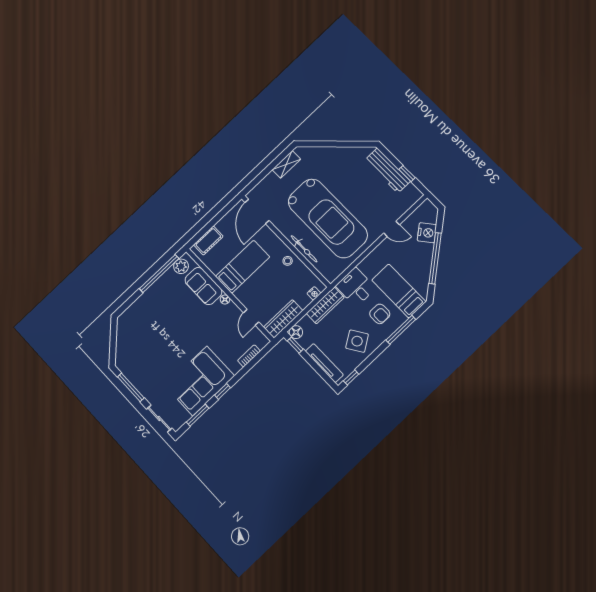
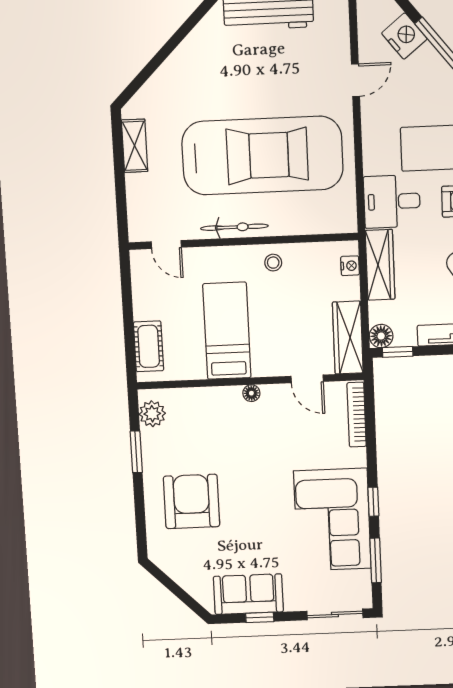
door: (257, 211) -> (166, 245), width x0.53
bicycle: (304, 249) -> (234, 227), moved
window: (159, 274) -> (136, 452), width x0.47
sofa: (203, 286) -> (248, 594), moved, turned 180
armchair: (157, 315) -> (192, 501), added
bookcase: (249, 356) -> (357, 415), width x1.56
window: (131, 387) -> (260, 617), width x0.46

